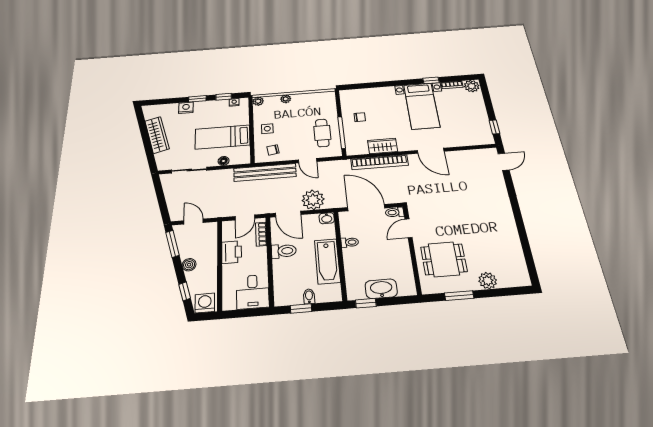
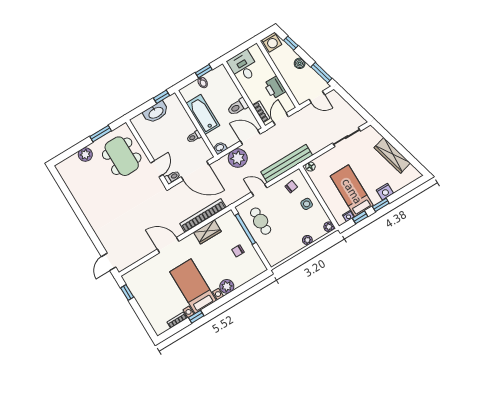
plant: (472, 86) -> (227, 286), moved
bed: (223, 137) -> (352, 191), moved, turned -90
floor lamp: (224, 161) -> (310, 167), moved
dining table: (444, 259) -> (122, 156), width x1.38

